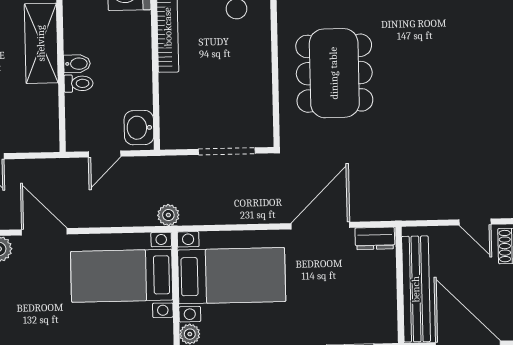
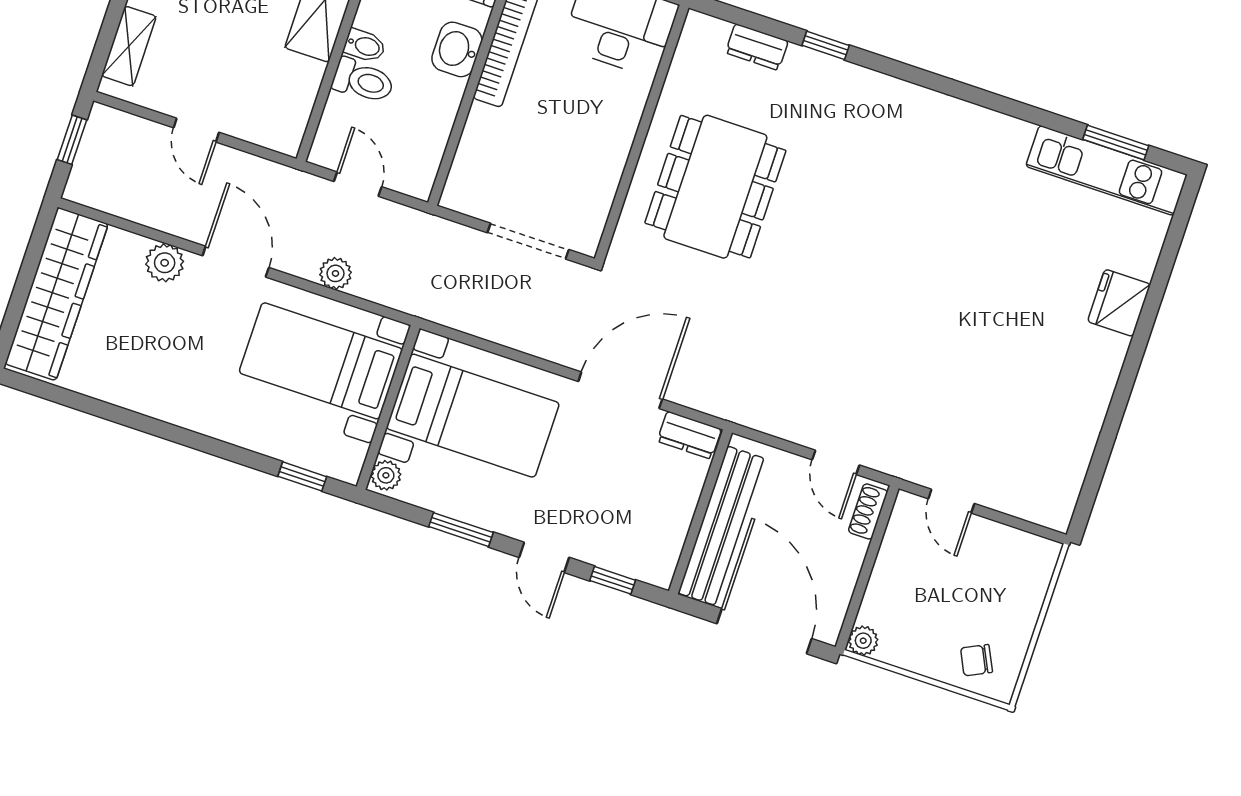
toilet: (79, 83) -> (363, 81), width x1.37, depth x1.39
washbasin: (139, 128) -> (457, 49), moved
door: (105, 154) -> (358, 184), swing flipped
plant: (168, 215) -> (335, 273), moved

